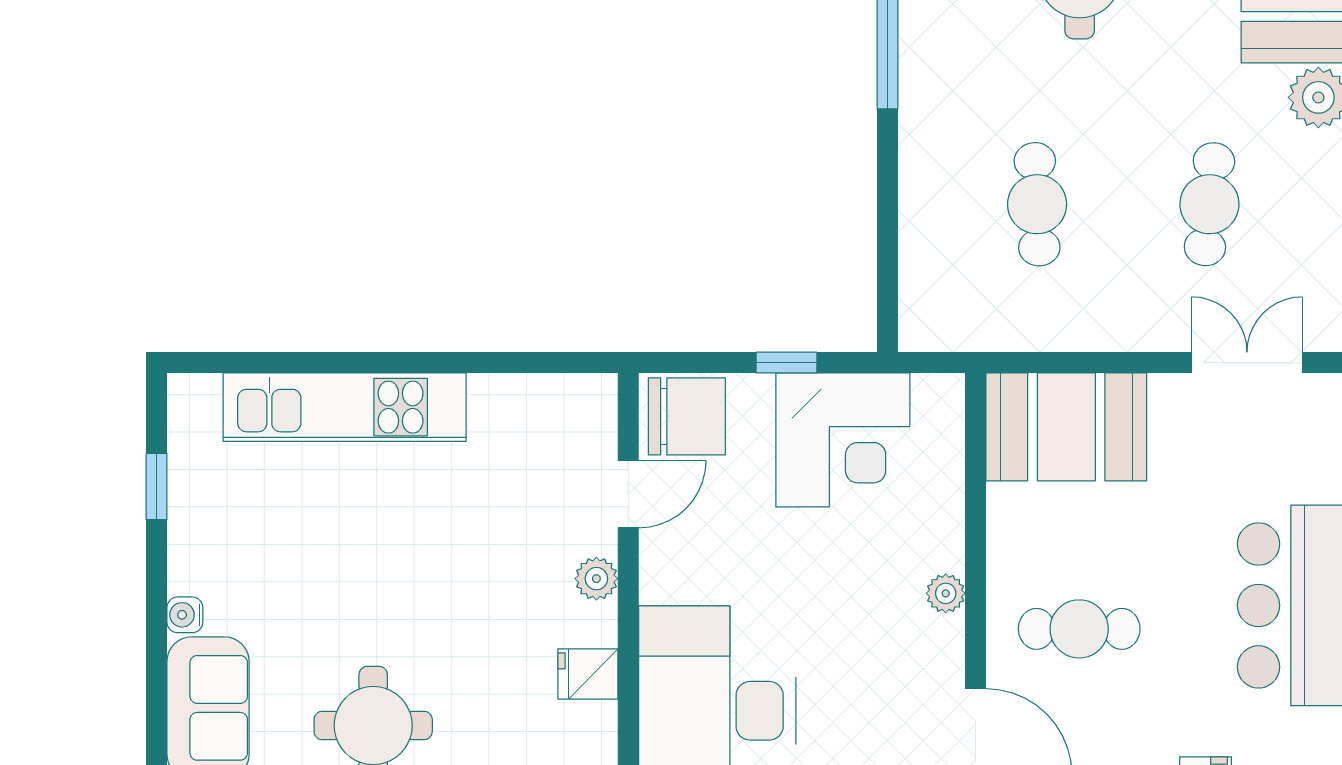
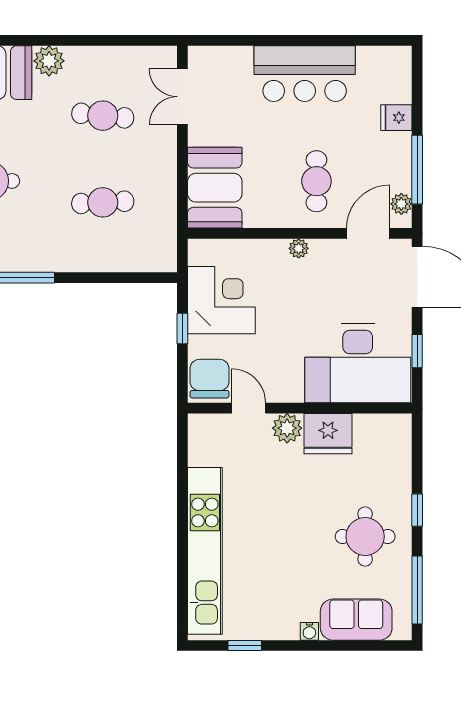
kitchen unit: (345, 407) -> (205, 551), width x1.36
plant: (596, 579) -> (287, 428), width x1.38, depth x1.38
fridge: (588, 674) -> (328, 434), width x1.88, depth x1.34

